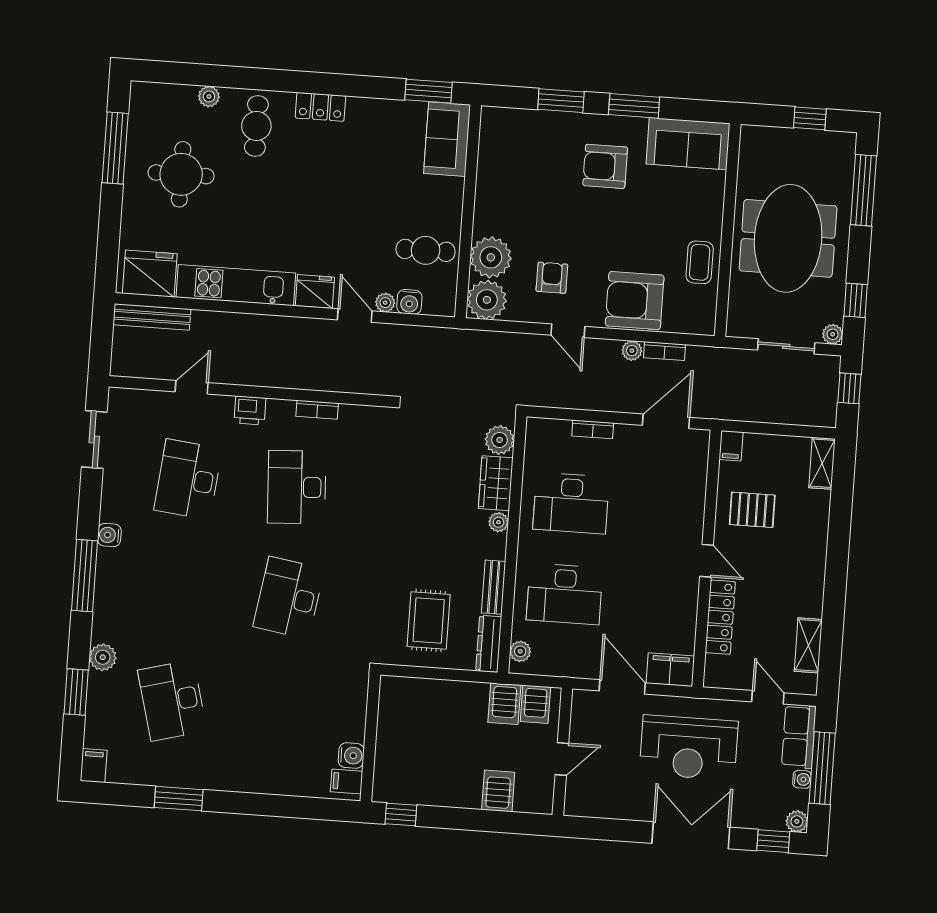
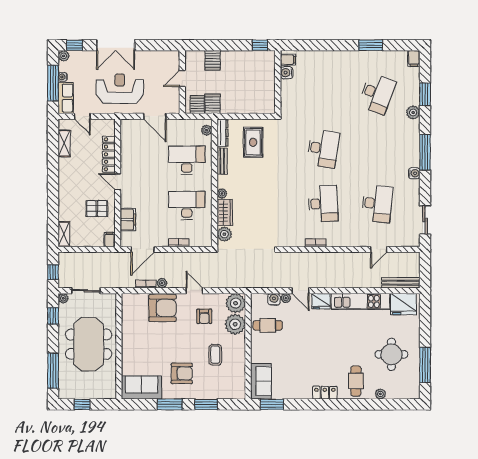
coffee table: (700, 262) -> (215, 355), moved
printer: (250, 410) -> (349, 240), removed
filing cabinet: (670, 670) -> (128, 220), moved, turned -90
desk: (172, 701) -> (377, 94), turned 36

